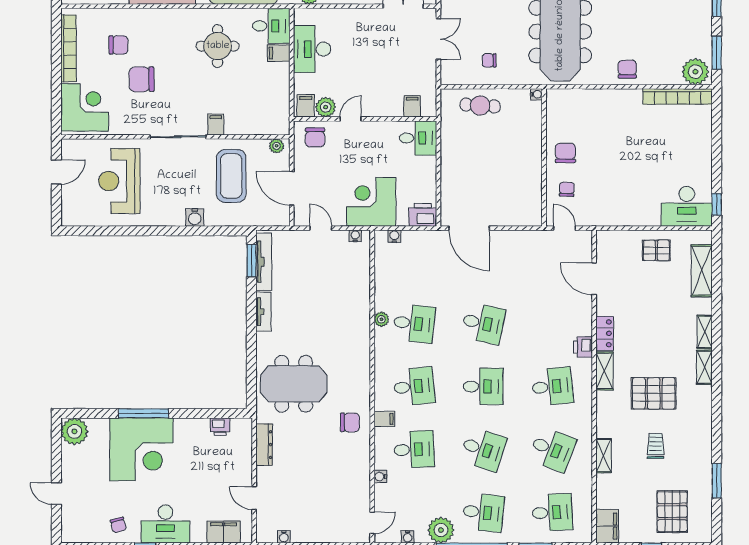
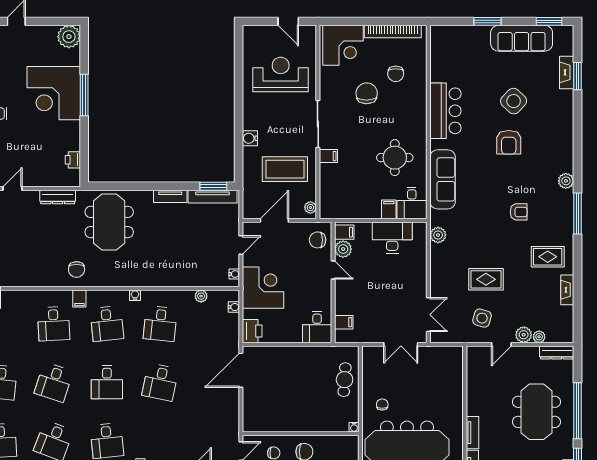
chair: (489, 60) -> (382, 405), moved
plant: (381, 319) -> (201, 296), moved
water cooler: (380, 477) -> (135, 295), moved

